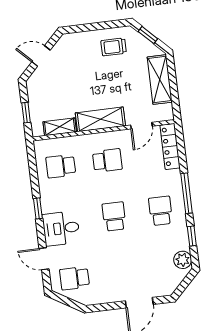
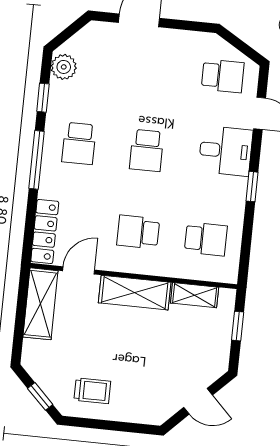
shelving: (160, 80) -> (40, 304), moved

